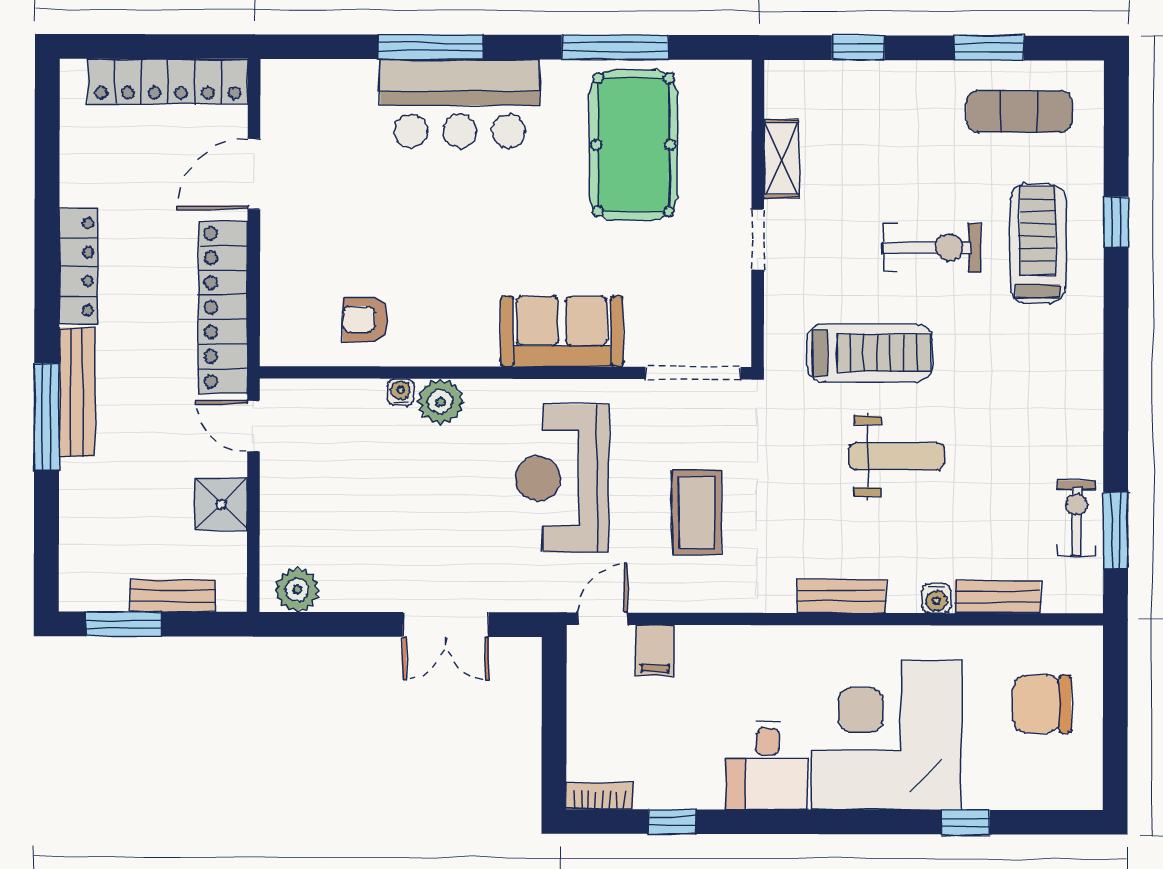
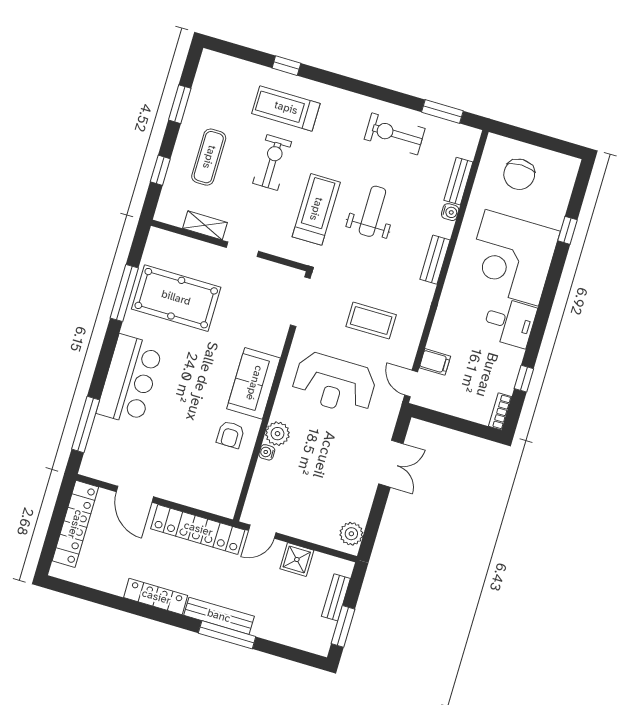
window: (431, 47) -> (86, 425), moved
exercise mat: (1019, 111) -> (209, 157), moved
armchair: (365, 320) -> (230, 435), moved
sofa: (562, 331) -> (254, 383), moved
exercise bike: (1077, 518) -> (395, 134), moved, width x1.38, depth x1.39

